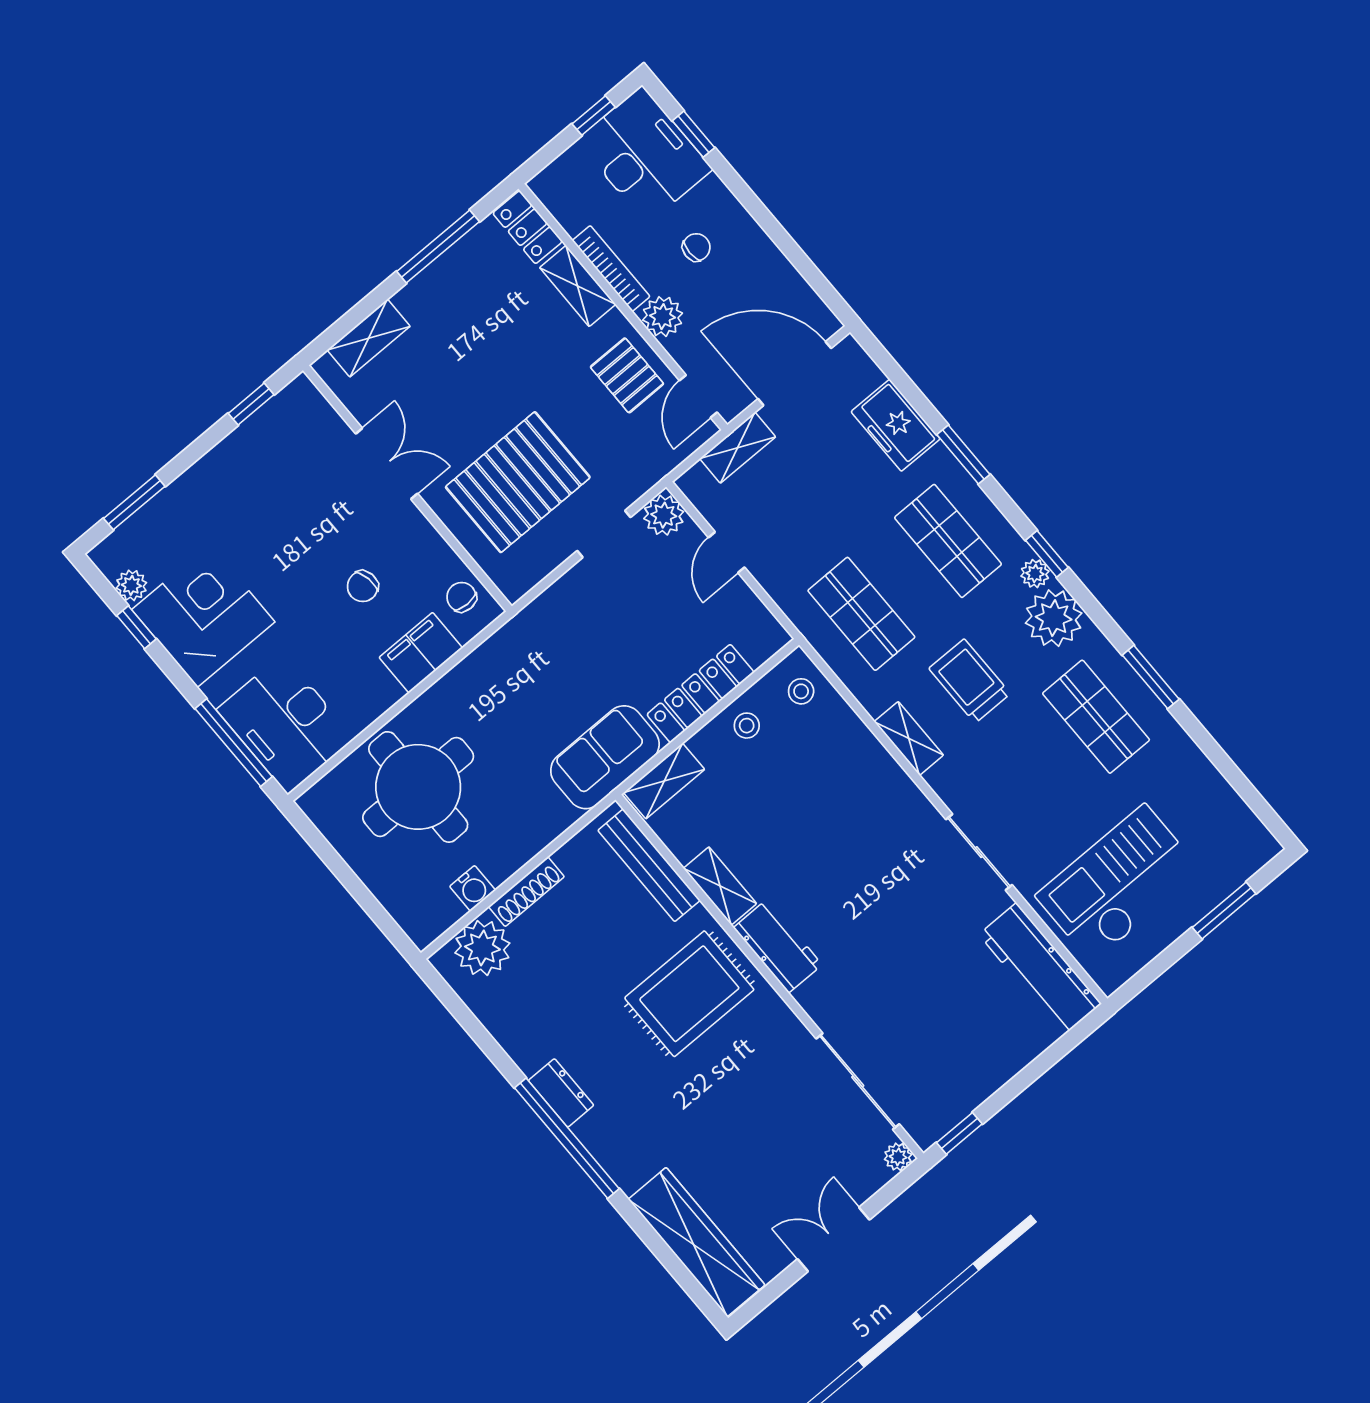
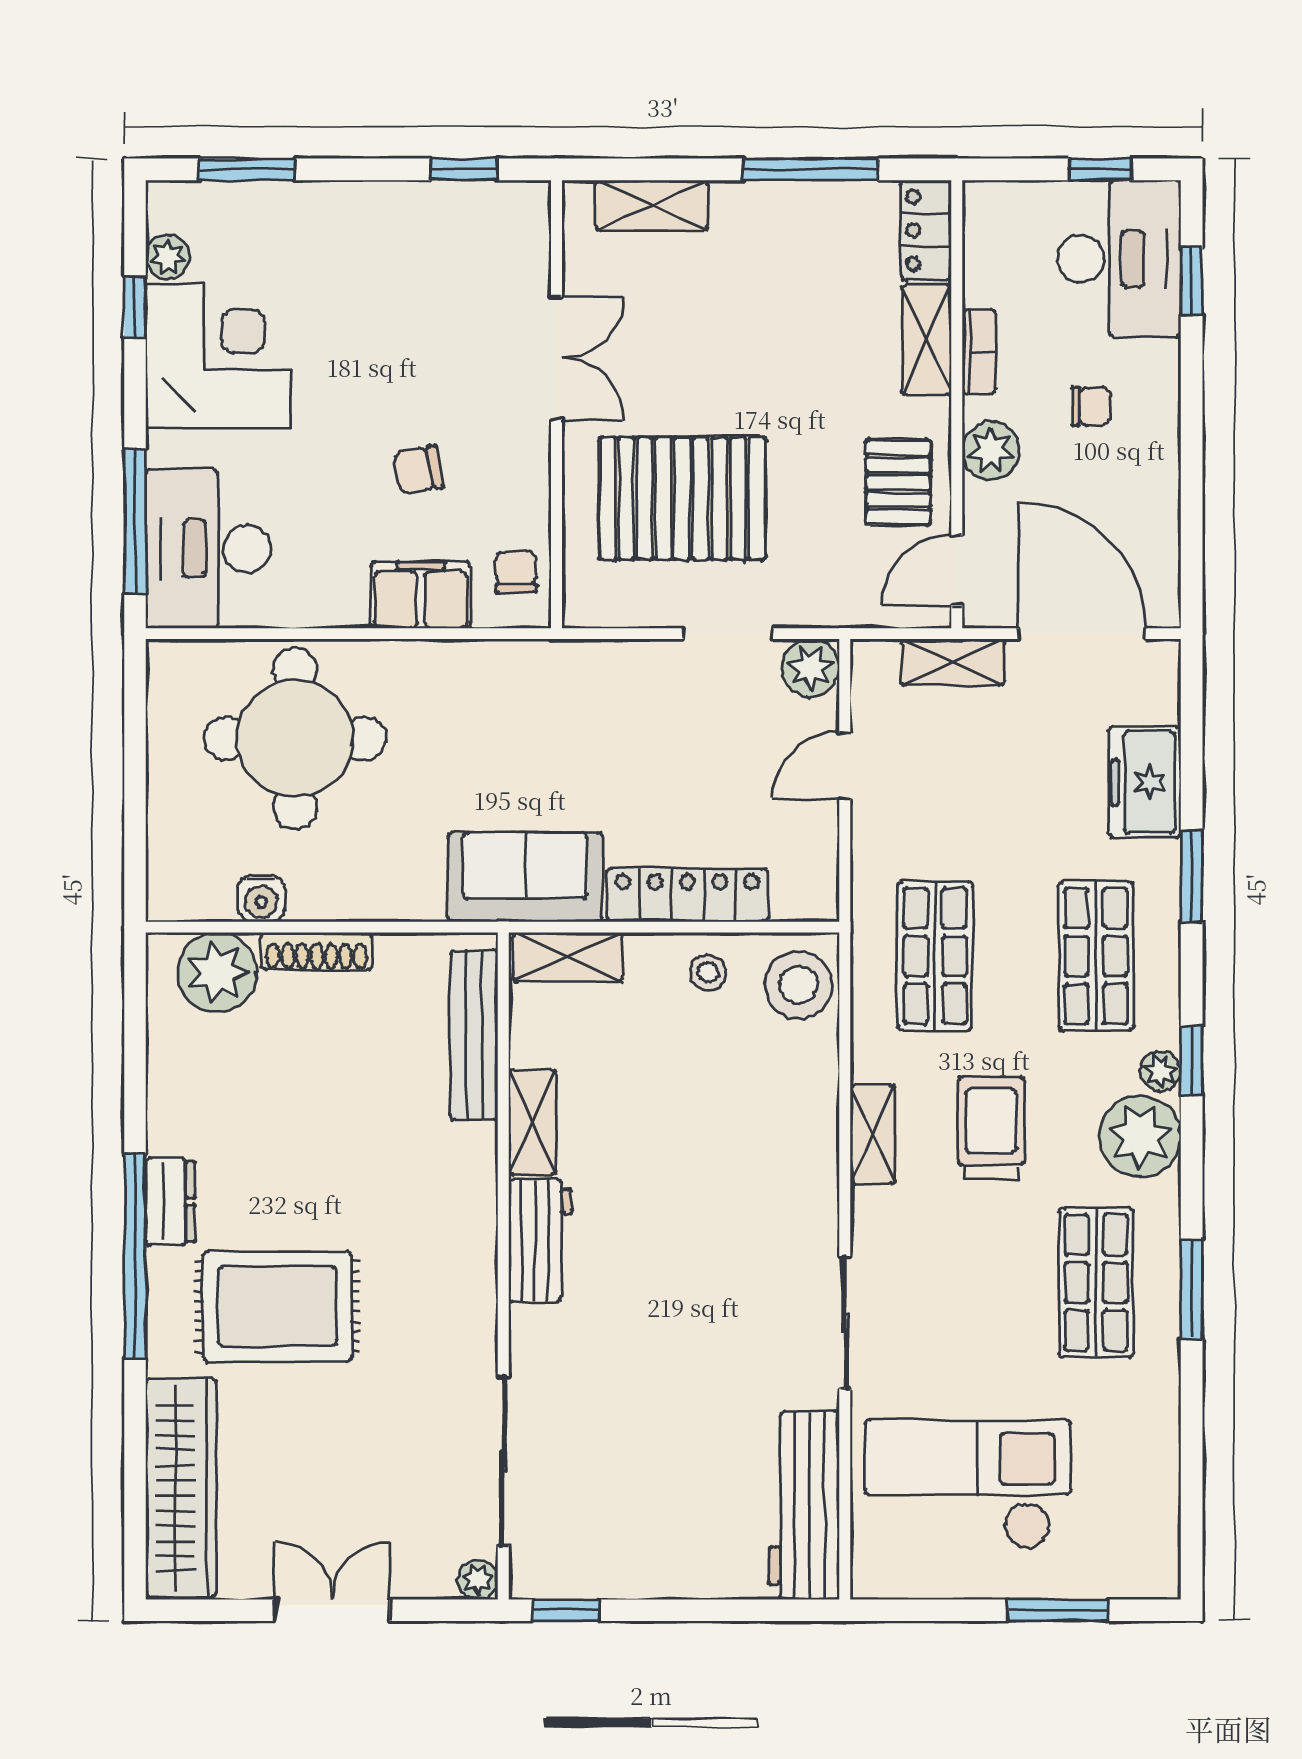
bookcase: (611, 269) -> (979, 352), width x0.64
stool: (801, 691) -> (799, 985), width x1.89, depth x1.89
rug: (689, 994) -> (277, 1306), moved

